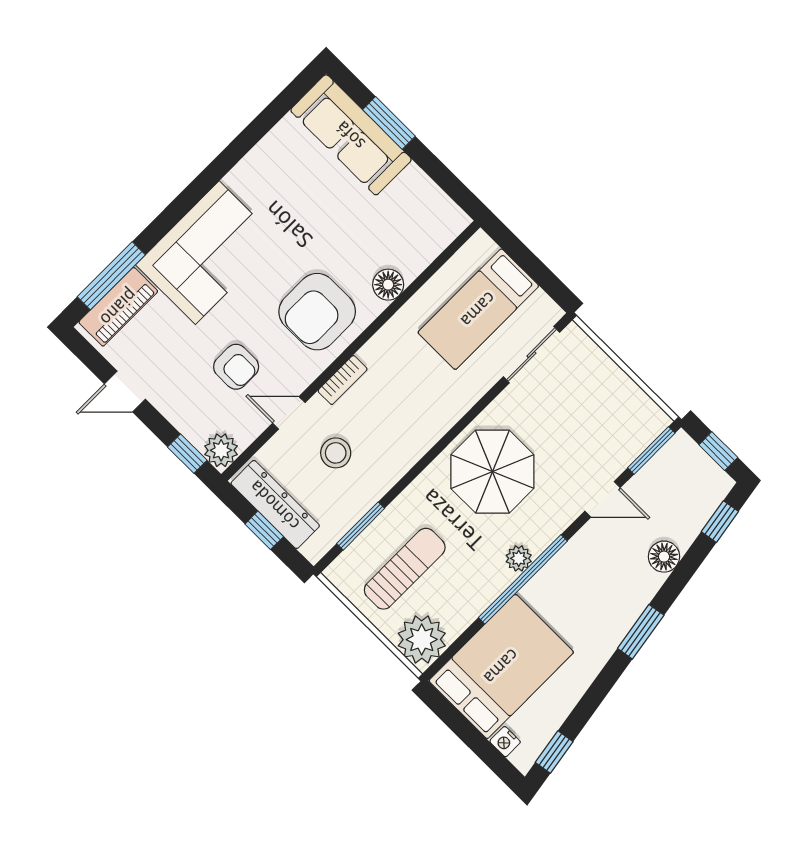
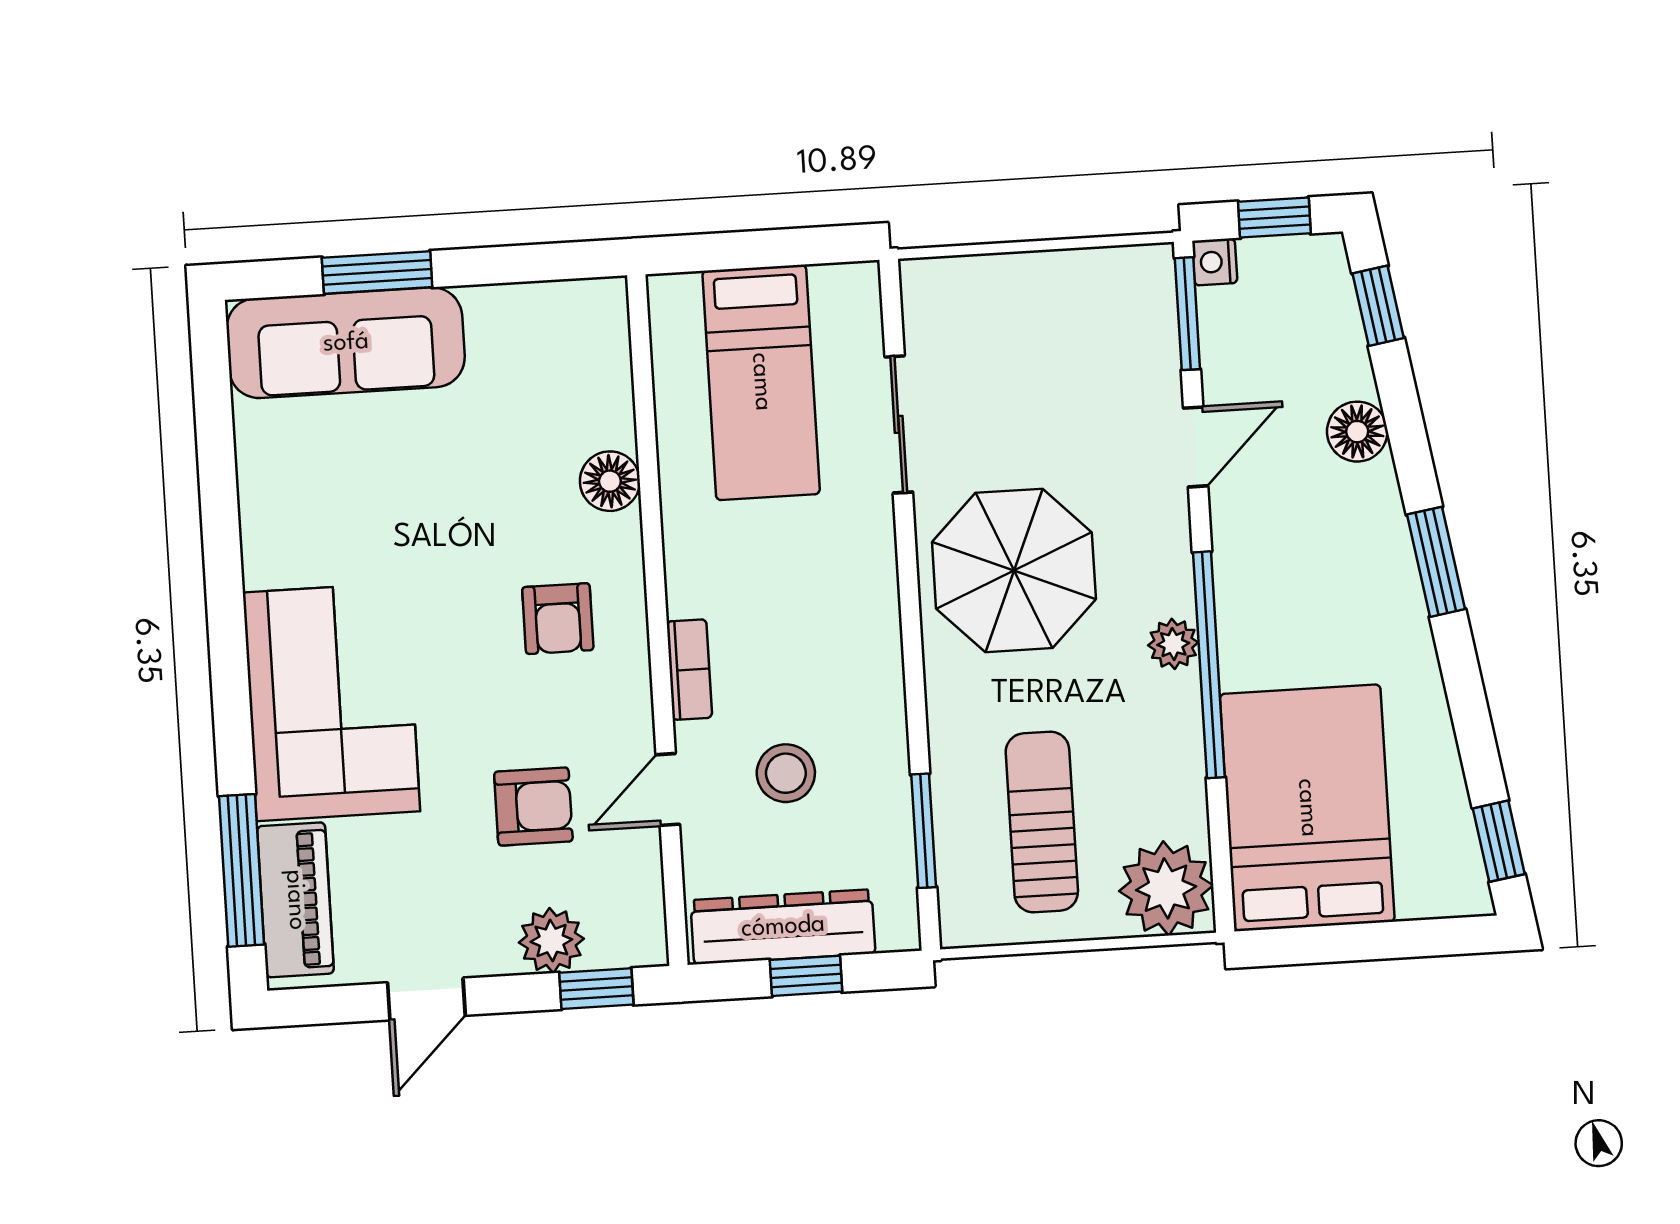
armchair: (317, 312) -> (558, 619), width x0.53, depth x0.53
sliding door: (532, 355) -> (899, 424), moved
plant: (221, 450) -> (551, 941), moved
nightstand: (505, 742) -> (1215, 262), moved, turned 90

